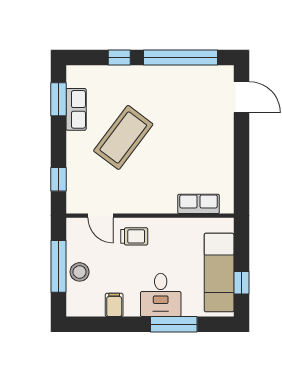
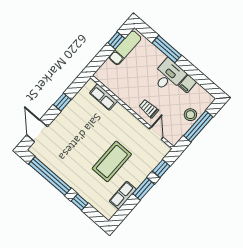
window: (58, 99) -> (144, 189), moved
coffee table: (123, 137) -> (112, 161), turned -37
window: (241, 156) -> (62, 102), added
exam couch: (219, 273) -> (125, 48), width x0.73, depth x0.69
desk: (161, 295) -> (169, 76), moved

